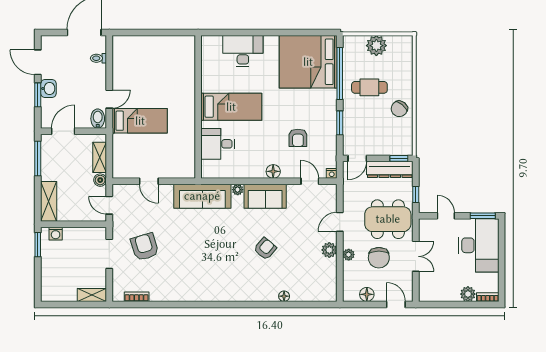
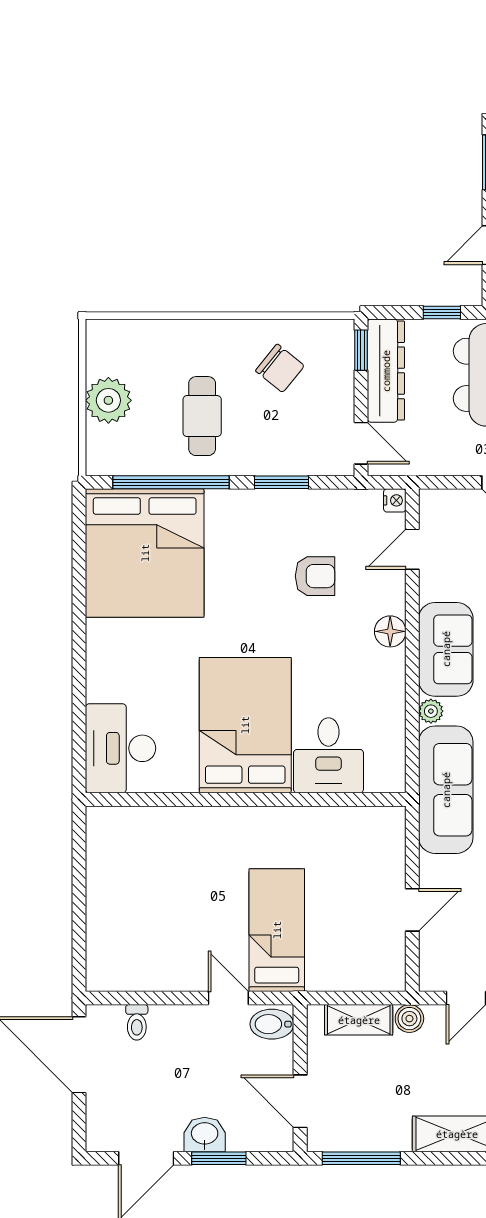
desk: (243, 51) -> (121, 748), moved
bed: (231, 107) -> (245, 725), width x1.50
chair: (399, 109) -> (280, 368), moved

